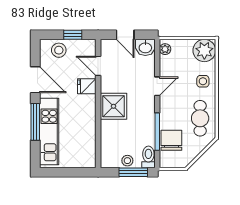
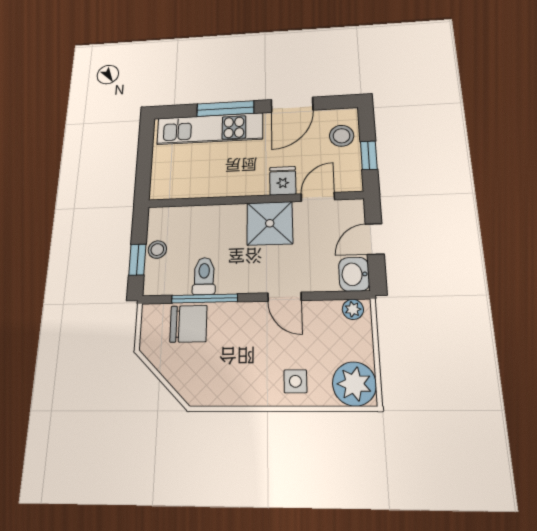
shower: (114, 106) -> (270, 223), moved
cafe table: (200, 118) -> (226, 376), removed
toilet: (148, 157) -> (204, 276), moved, turned -90
window: (133, 172) -> (137, 260), width x0.67

